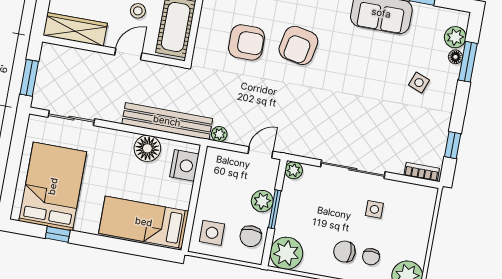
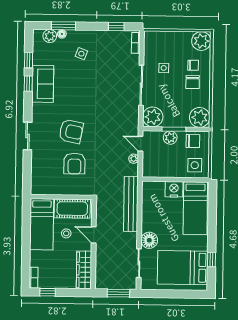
armchair: (246, 42) -> (74, 164), turned 180
plant: (219, 134) -> (134, 159), moved
floor lamp: (147, 148) -> (149, 240), moved
nightstand: (184, 165) -> (174, 189), moved
plant: (294, 170) -> (153, 117), width x1.87, depth x1.87

